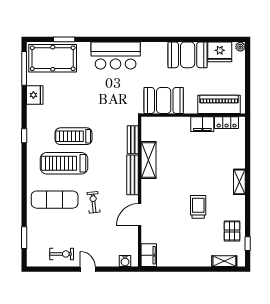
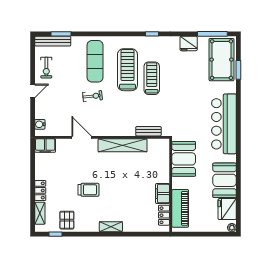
bar counter: (116, 55) -> (224, 124), width x1.36
shelving: (149, 160) -> (123, 145), width x1.47
bench: (133, 175) -> (53, 41), moved
pallet: (232, 231) -> (67, 220), turned 90
locker: (199, 261) -> (40, 190), added

